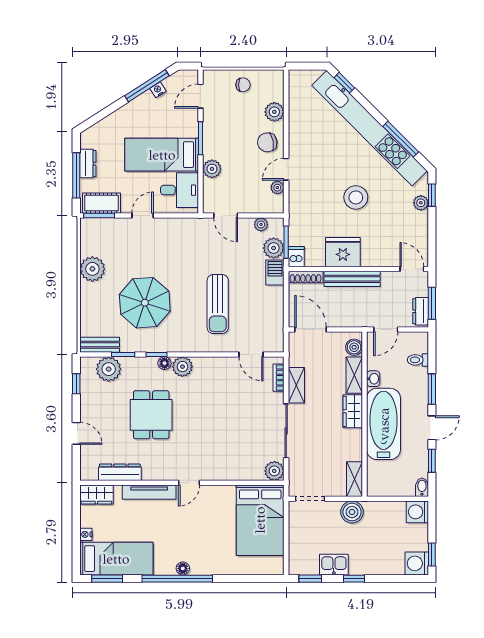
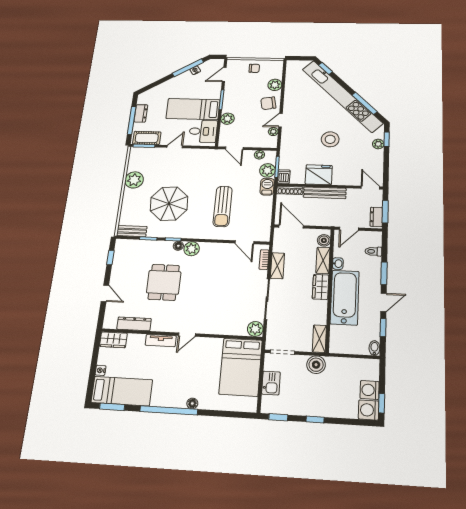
plant: (109, 369) -> (136, 248), removed
tv unit: (149, 492) -> (161, 340), width x0.71
washing machine: (417, 512) -> (370, 390), moved
kitchen sink: (334, 565) -> (271, 383), moved, turned 90
floor lamp: (183, 568) -> (192, 403), moved

